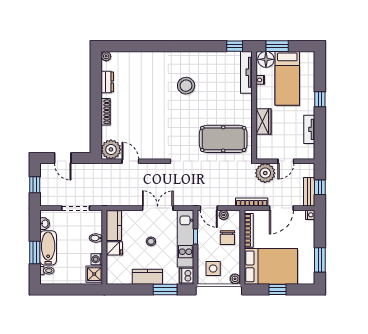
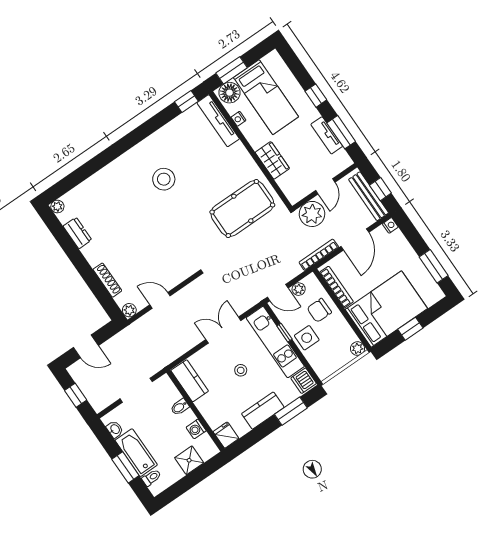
shoe rack: (106, 112) -> (107, 280), moved
window: (320, 134) -> (341, 132), added
plant: (111, 149) -> (129, 310), width x0.53, depth x0.53
bench: (309, 192) -> (369, 196), width x1.36
chair: (227, 238) -> (319, 310), turned 90
fridge: (114, 248) -> (226, 435), moved, turned -90
side table: (213, 269) -> (307, 338), moved
shower: (94, 274) -> (189, 460), moved

